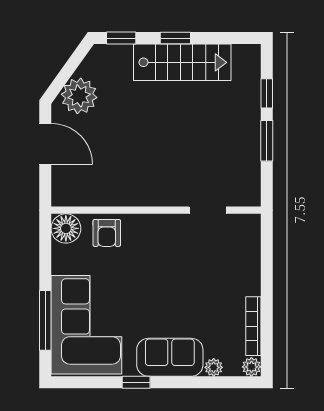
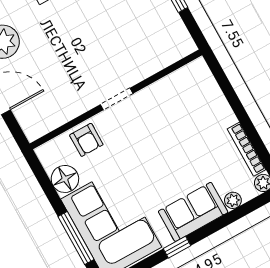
doorway: (208, 210) -> (117, 99), moved
floor lamp: (66, 228) -> (65, 179), moved

